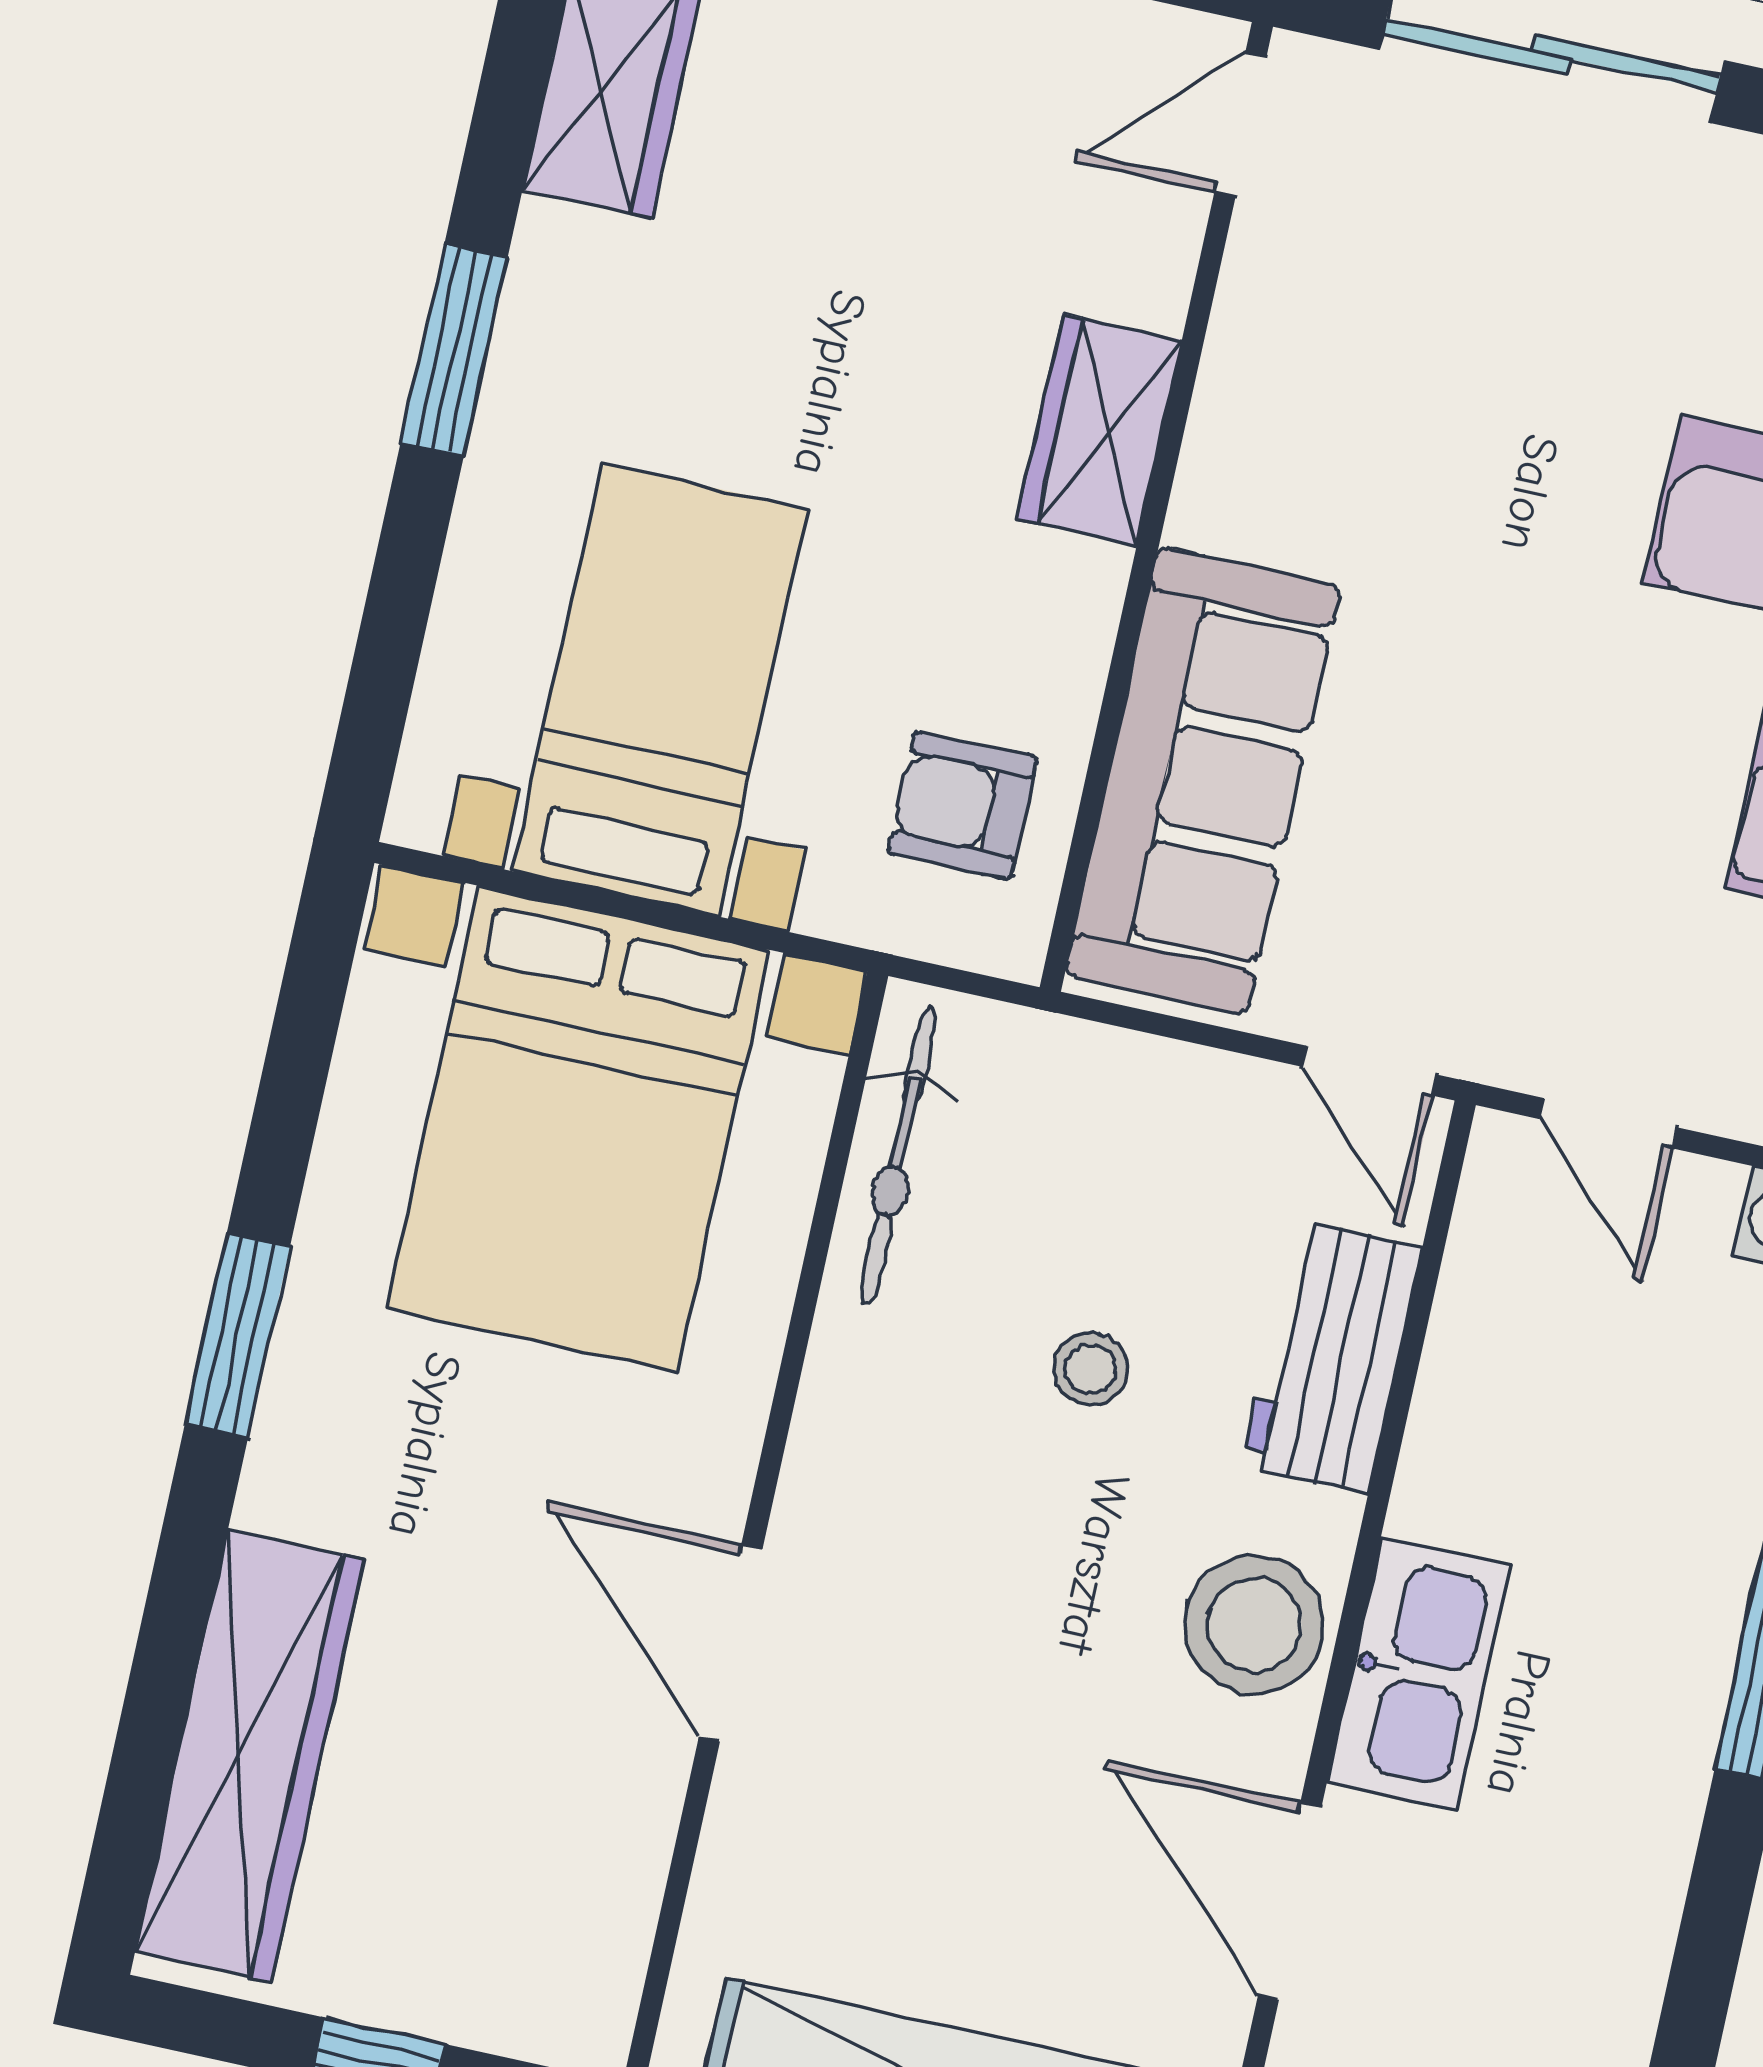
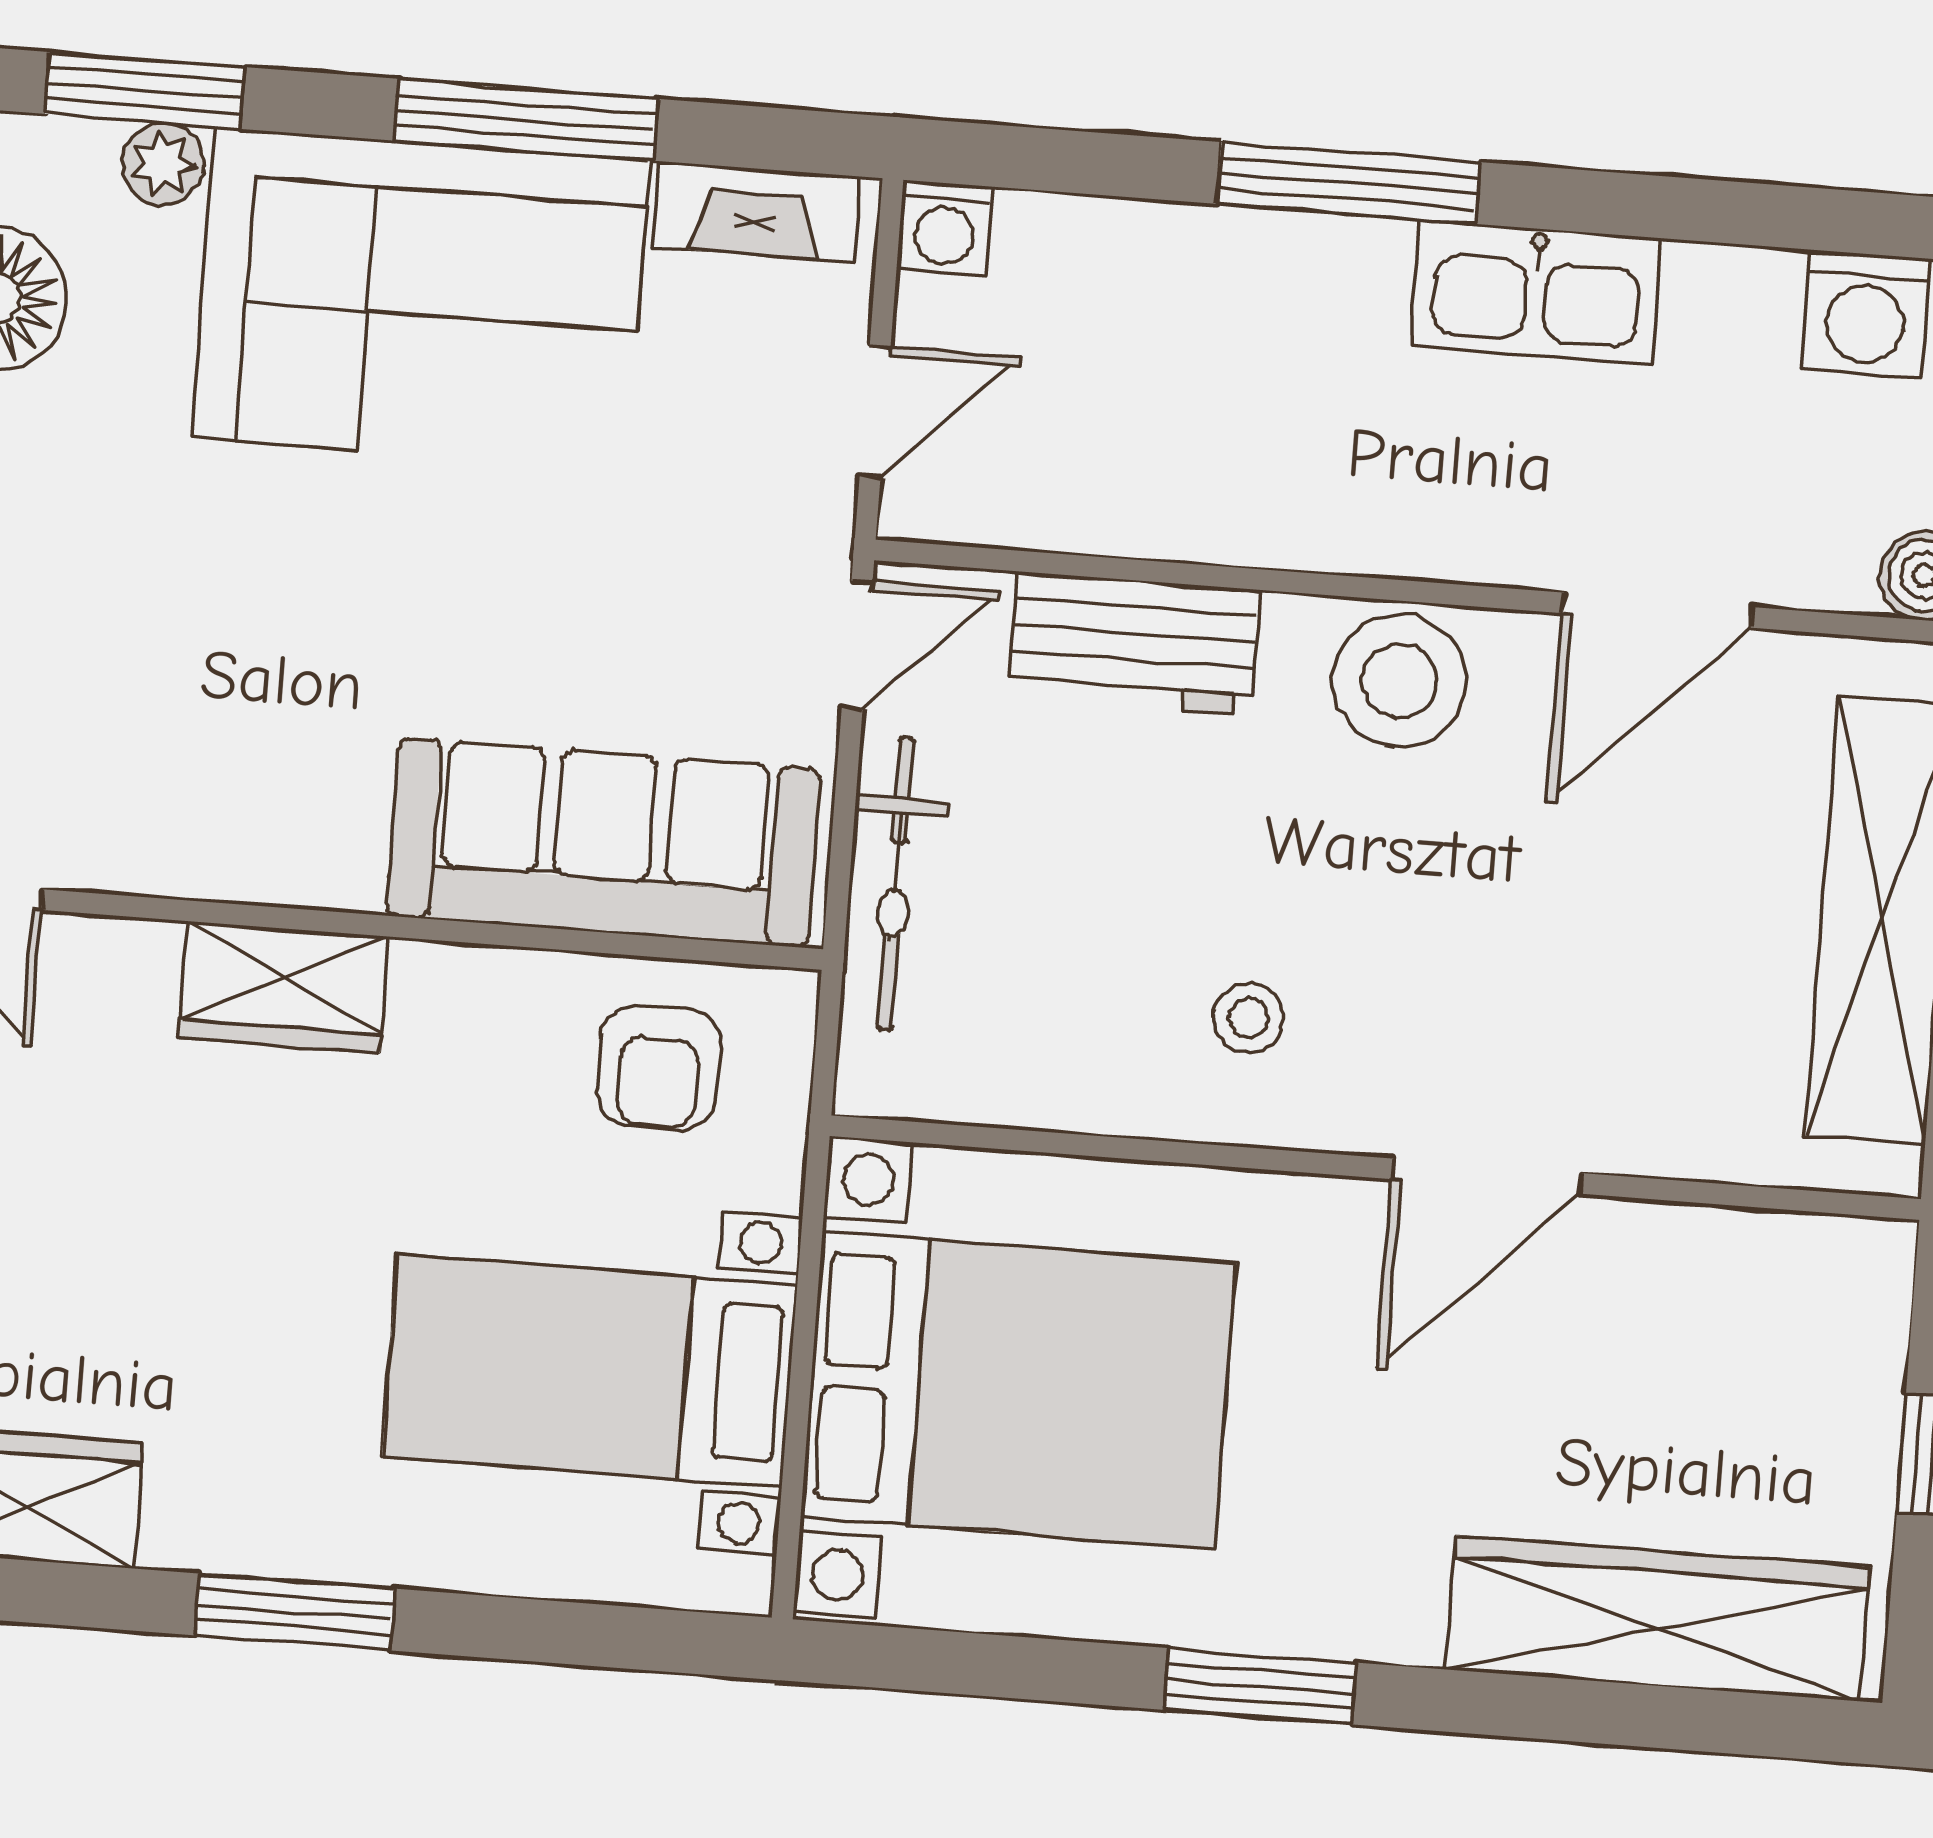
bicycle: (898, 1155) -> (896, 884), moved, turned 90
stool: (1091, 1369) -> (1248, 1018), moved
kitchen sink: (1419, 1673) -> (1536, 292), moved, turned 180

